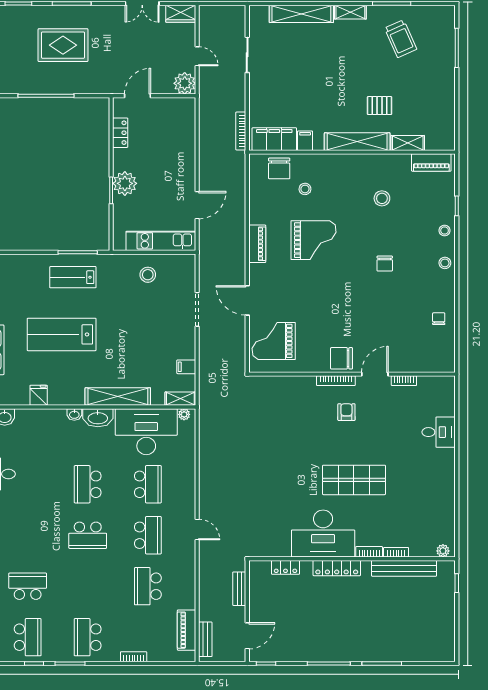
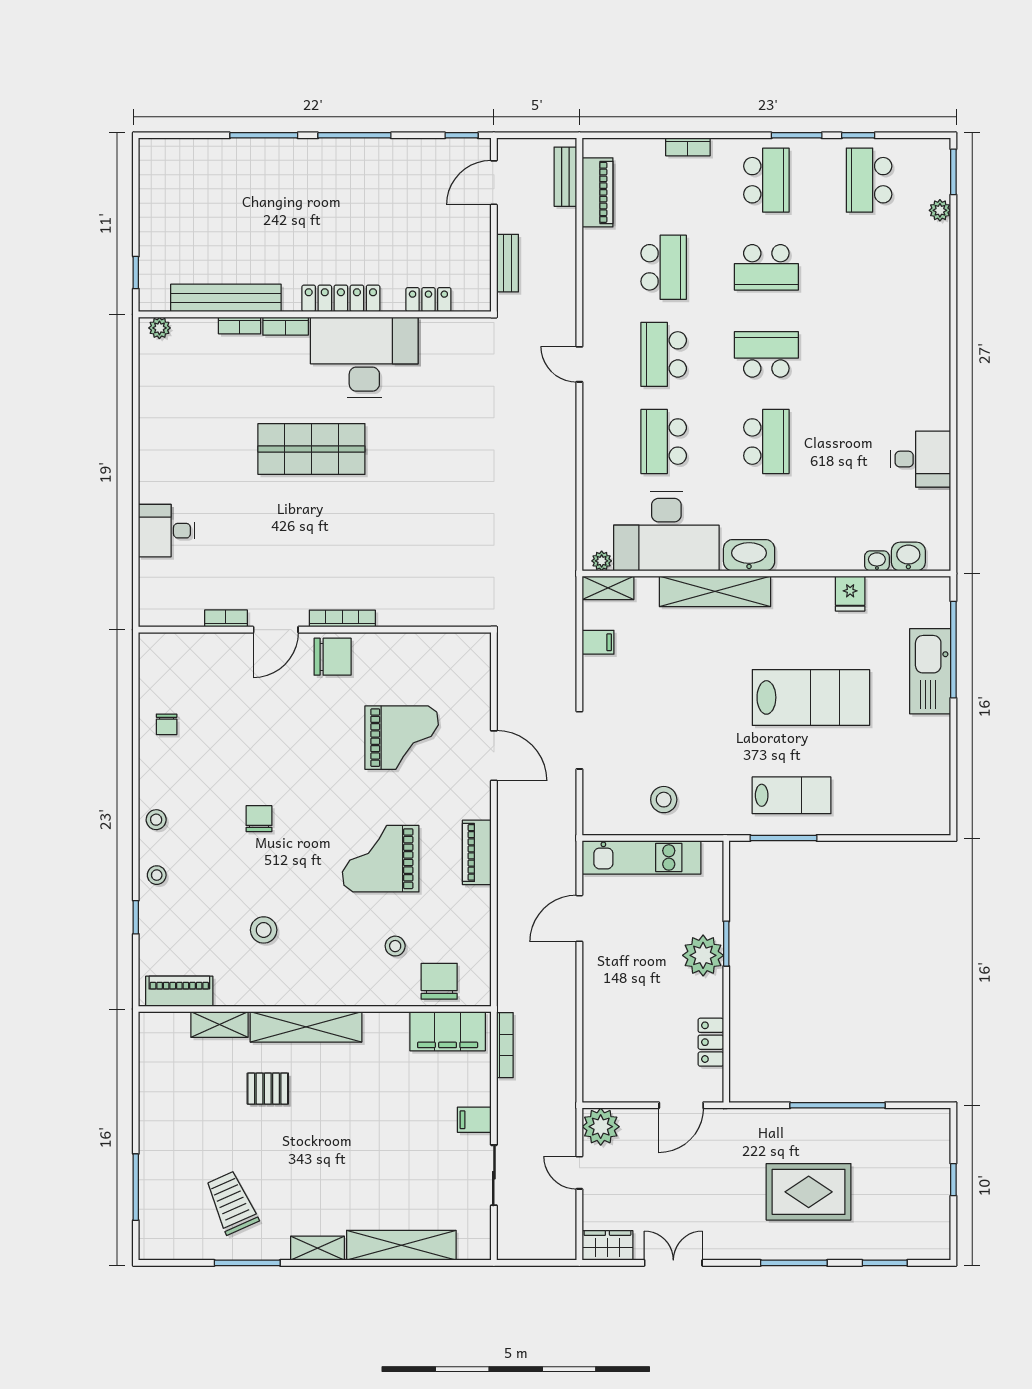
filing cabinet: (305, 141) -> (474, 1120), moved, turned 90
grand piano: (274, 341) -> (402, 738), moved
armchair: (346, 412) -> (324, 565), removed
washbasin: (74, 414) -> (877, 561), moved
school desk: (28, 586) -> (766, 267), moved

